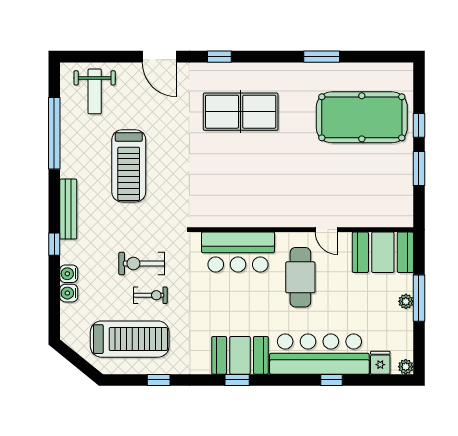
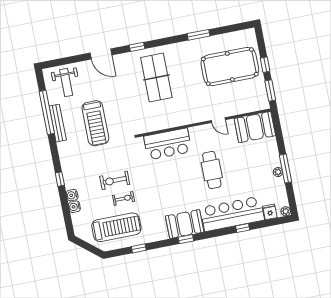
table tennis table: (241, 112) -> (156, 77), turned 90
bench: (68, 209) -> (58, 123), moved
wall: (303, 230) -> (204, 123), moved
door: (326, 230) -> (218, 120), moved
bar counter: (238, 252) -> (168, 144), moved
booth: (383, 252) -> (255, 127), moved

